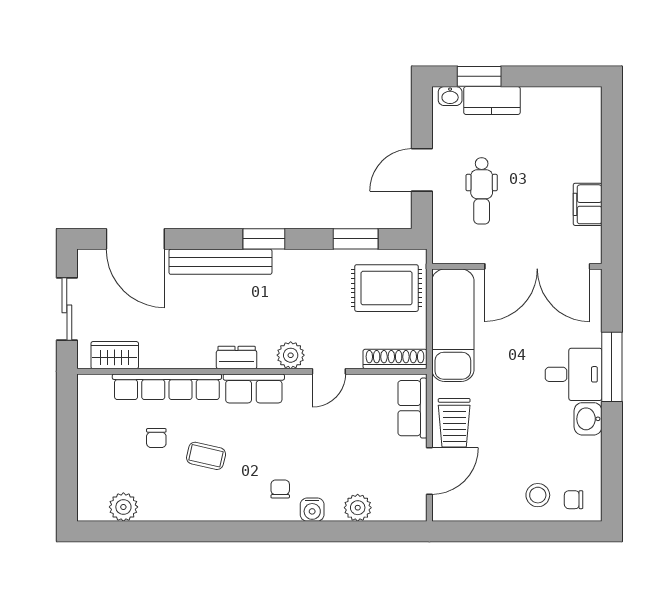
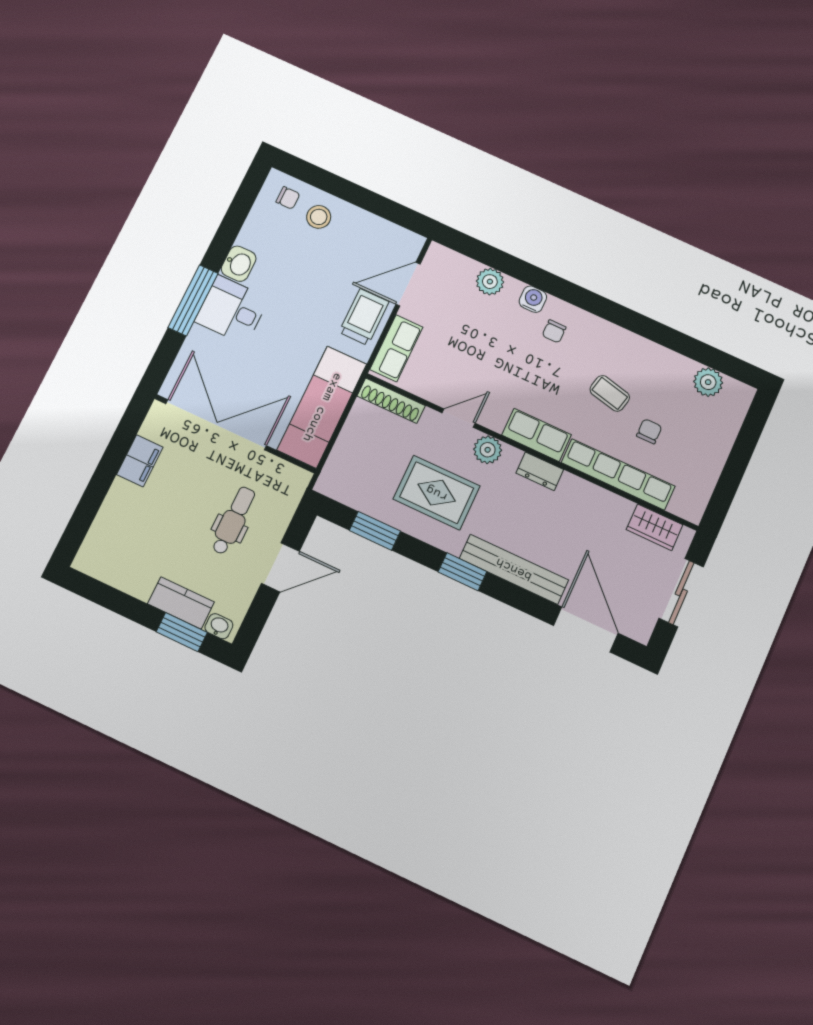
rug: (386, 288) -> (437, 493), moved

